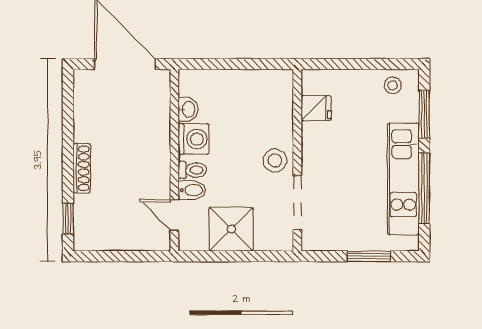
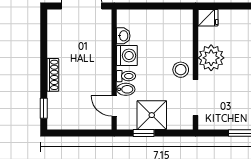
fridge: (316, 108) -> (208, 18), moved
plant: (321, 142) -> (211, 58), added
window: (219, 256) -> (144, 133), added

